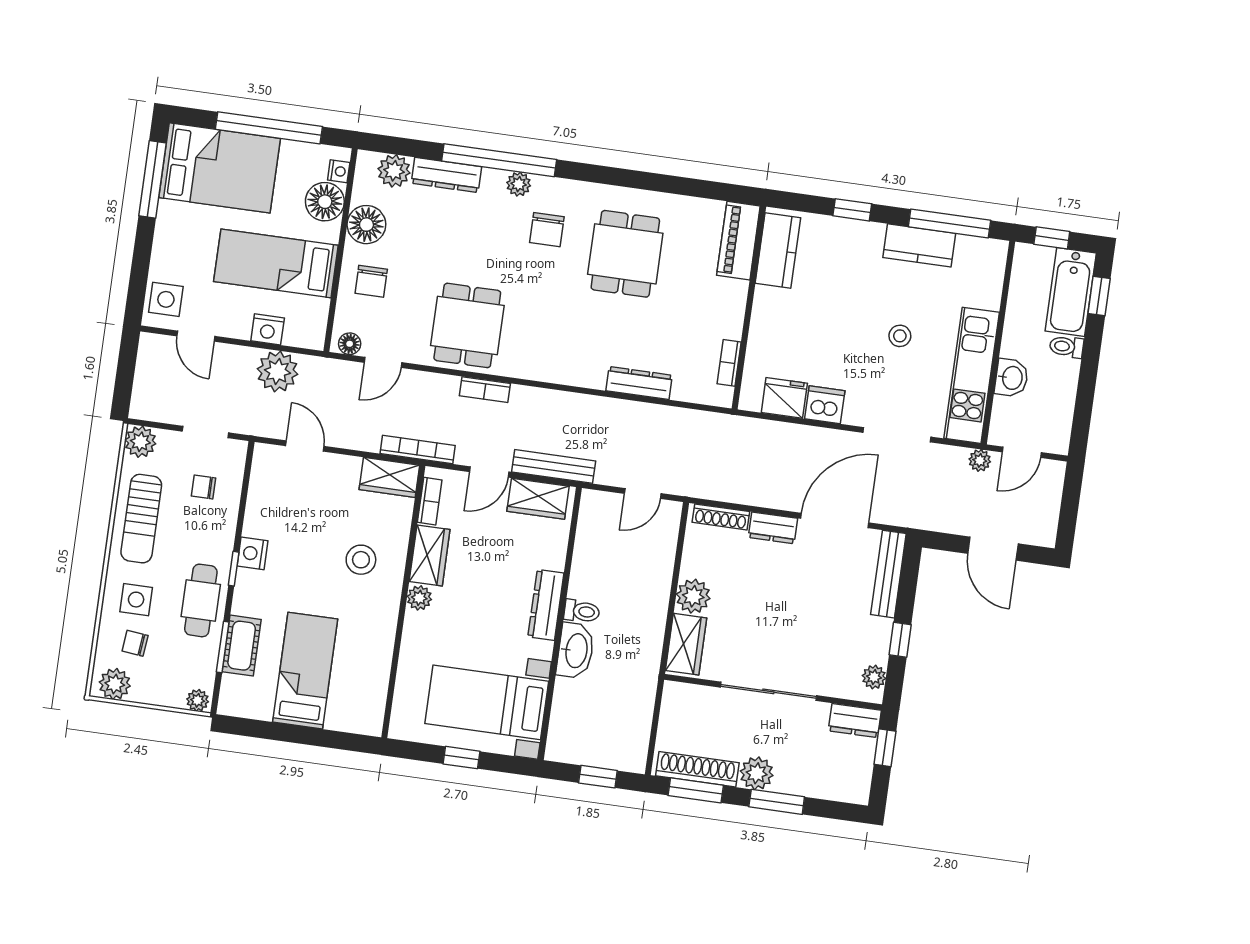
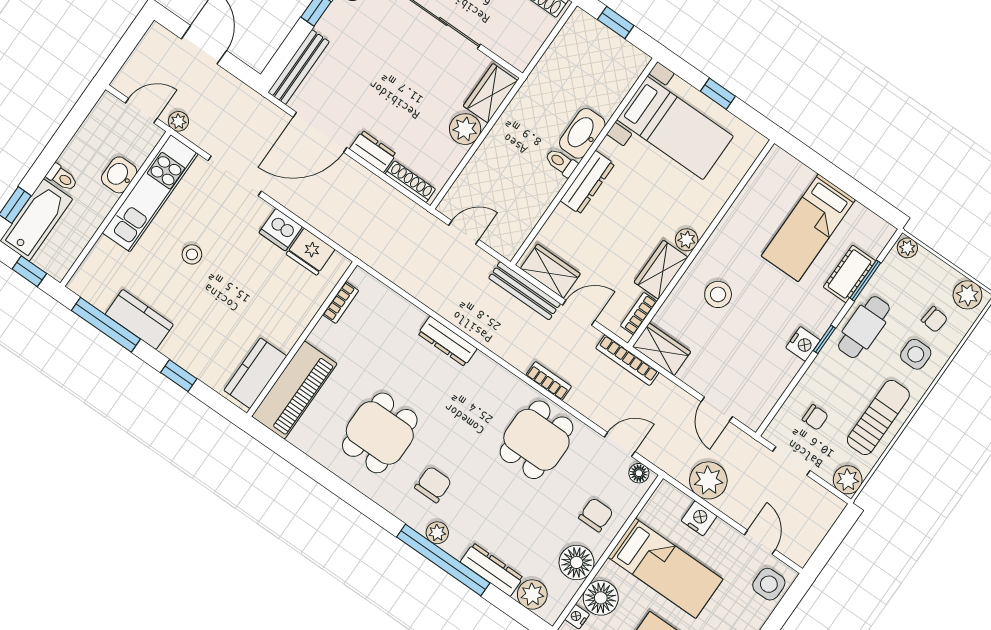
piano: (738, 241) -> (294, 390), width x1.37, depth x1.33
dresser: (639, 383) -> (447, 341), moved

